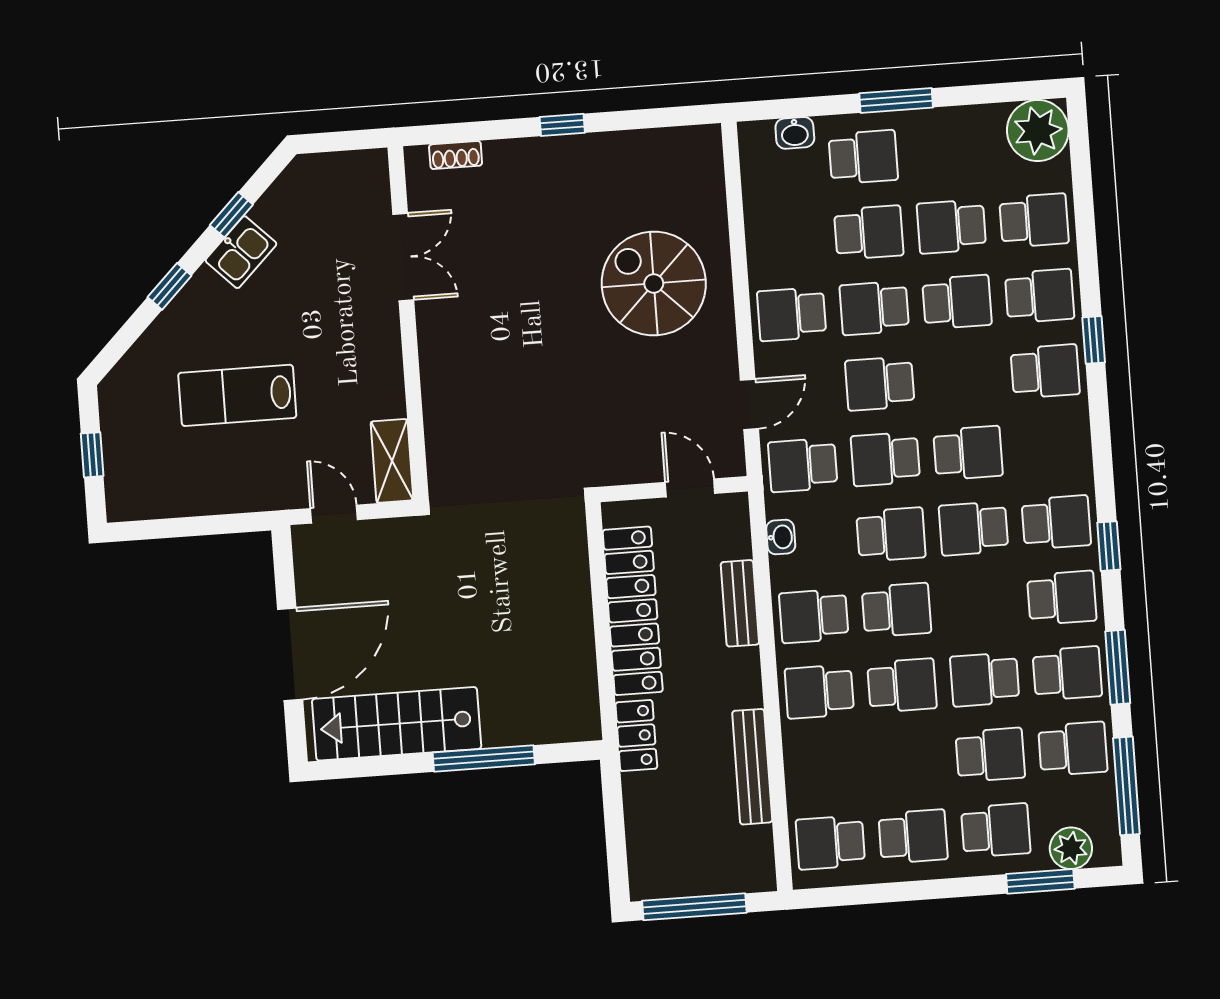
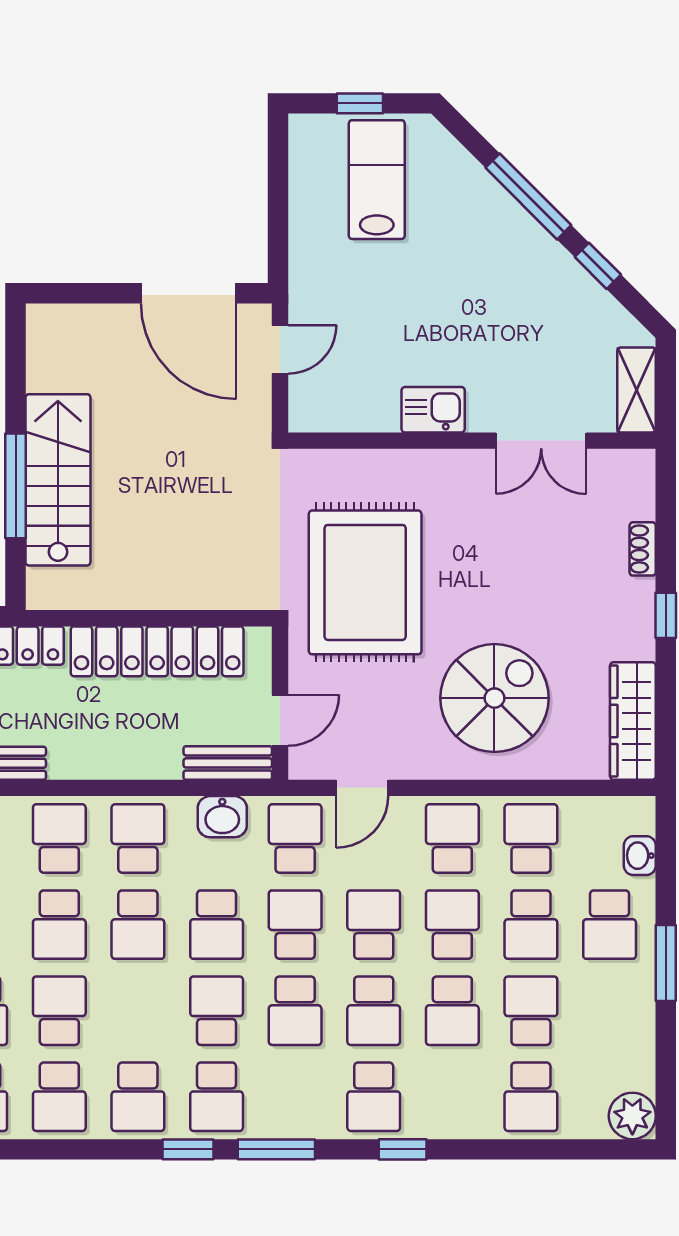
plant: (1038, 130) -> (632, 1116), width x0.73, depth x0.73
wardrobe: (666, 149) -> (633, 721), added
shoe rack: (456, 155) -> (643, 549), moved
school desk: (786, 239) -> (531, 839), added
kitchen sink: (241, 252) -> (433, 410), moved, turned 135
window: (170, 286) -> (528, 196), width x2.17
school desk: (1040, 296) -> (374, 1011), moved
lab bench: (237, 395) -> (377, 180), moved
door: (749, 404) -> (362, 788), hinge flipped
rug: (552, 416) -> (365, 582), added
shelving: (392, 461) -> (636, 390), moved, turned 90
washbasin: (781, 537) -> (222, 817), width x1.38, depth x1.45
bench: (740, 603) -> (228, 763), moved
door: (290, 654) -> (189, 293), moved
window: (1118, 667) -> (276, 1149), moved
stairs: (397, 724) -> (58, 480), moved

